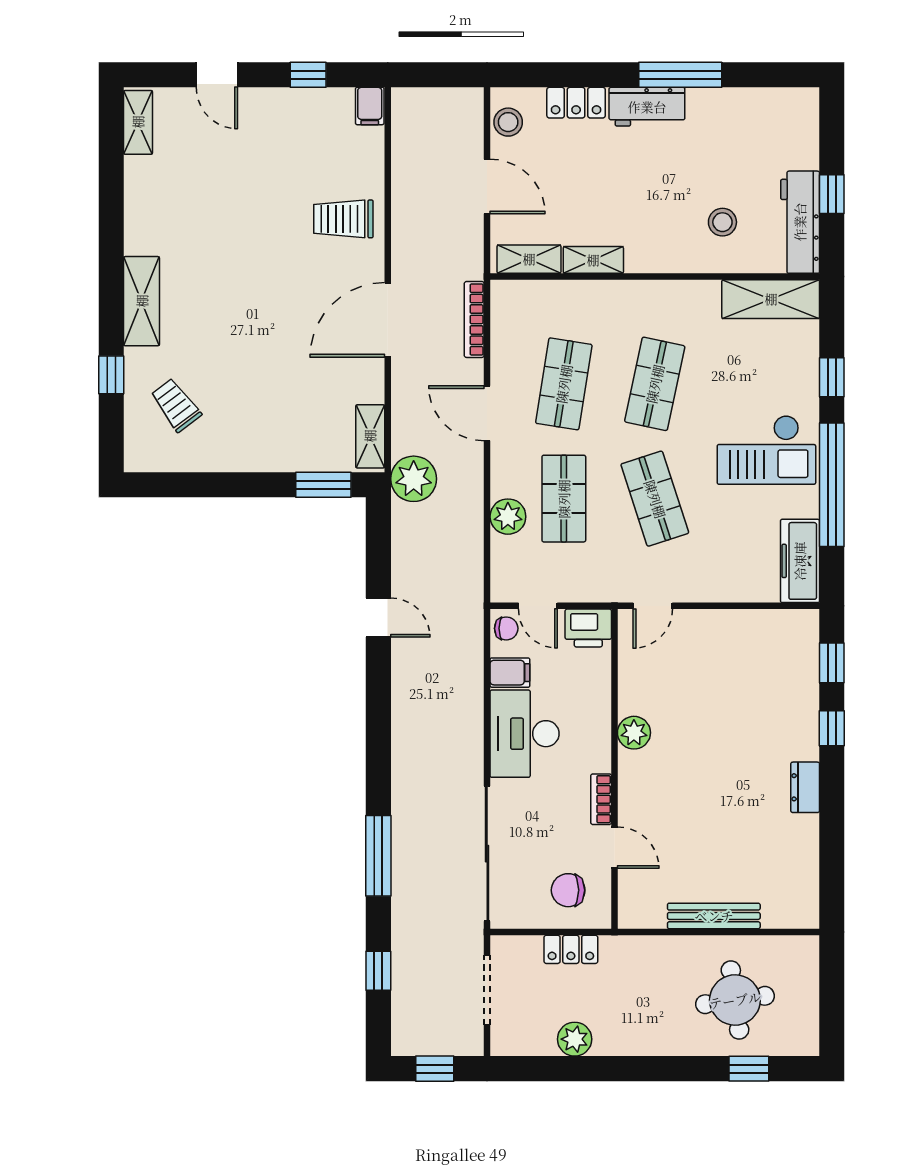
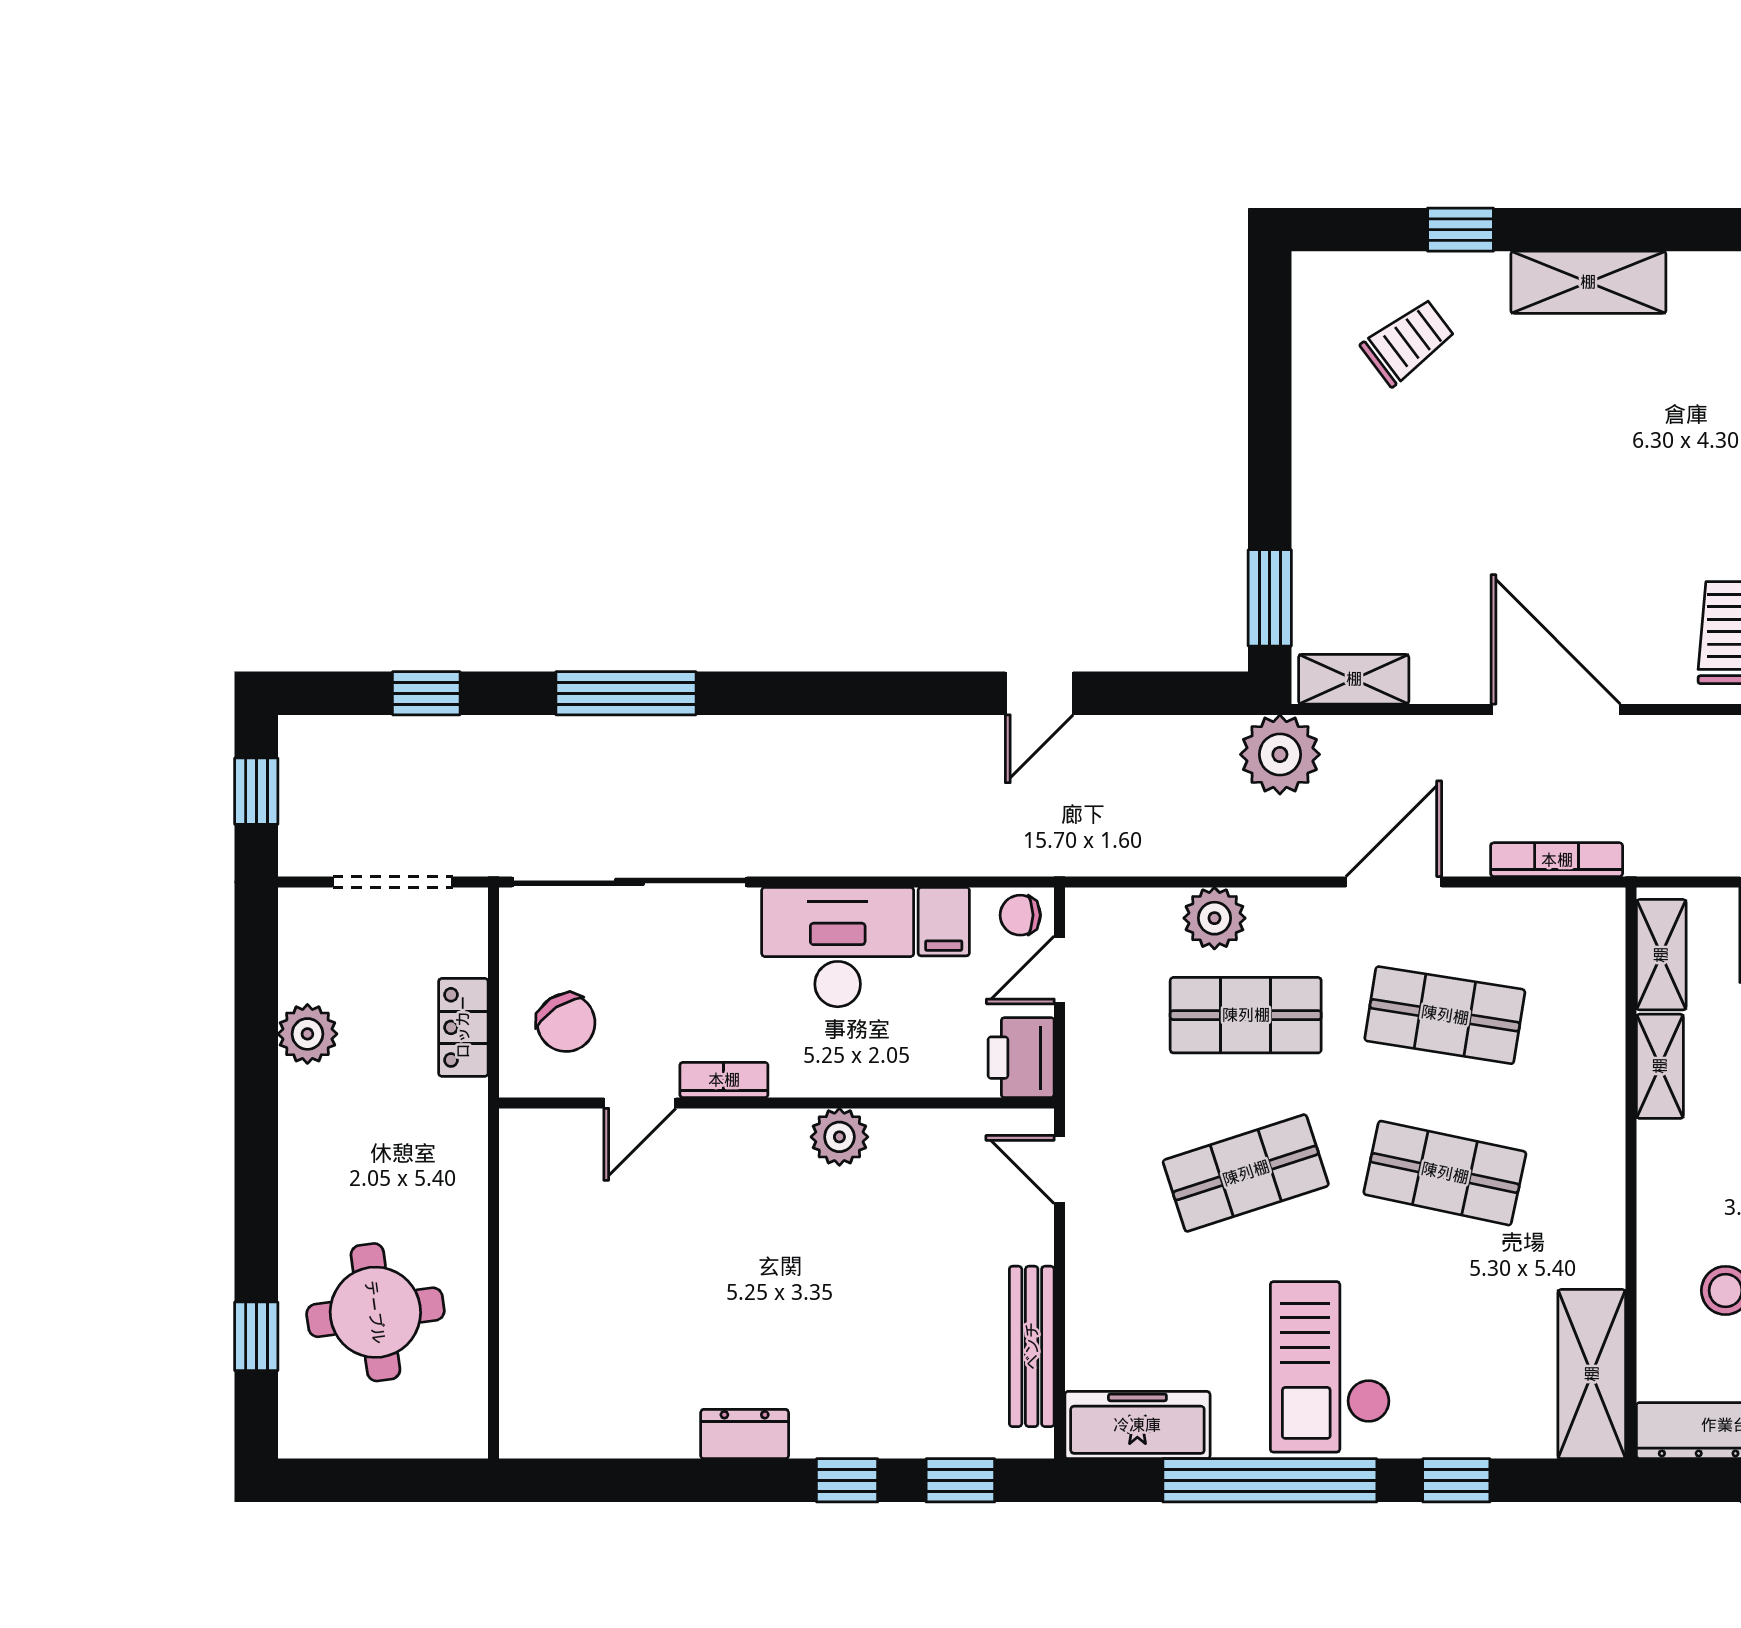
chair: (506, 628) -> (1020, 915), turned 90
chair: (568, 890) -> (566, 1023), turned 147
bench: (714, 916) -> (1032, 1346), moved

